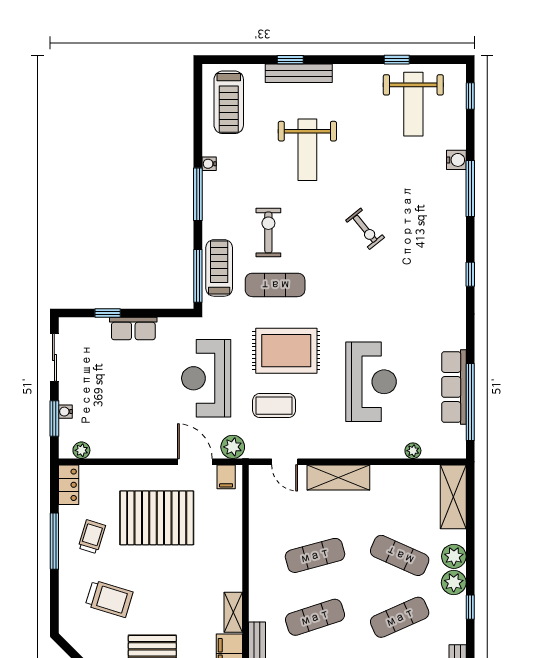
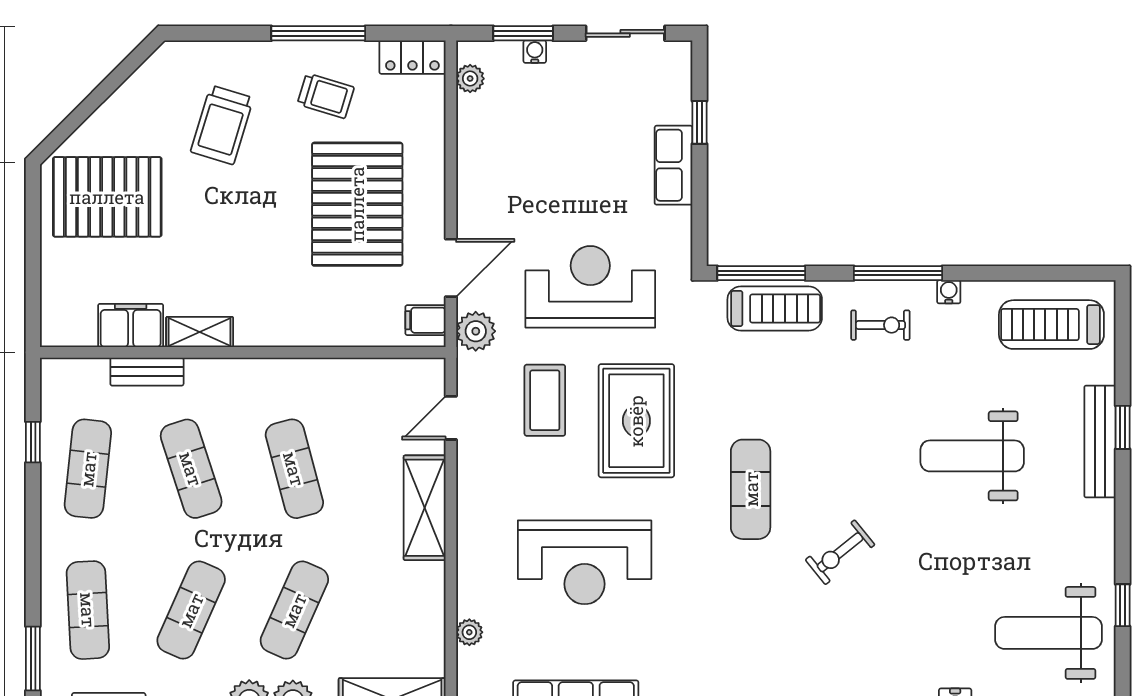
exercise bike: (268, 232) -> (880, 325), moved, width x0.73, depth x0.72
exercise mat: (275, 285) -> (751, 489), moved
exercise mat: (400, 617) -> (191, 610), turned 48

